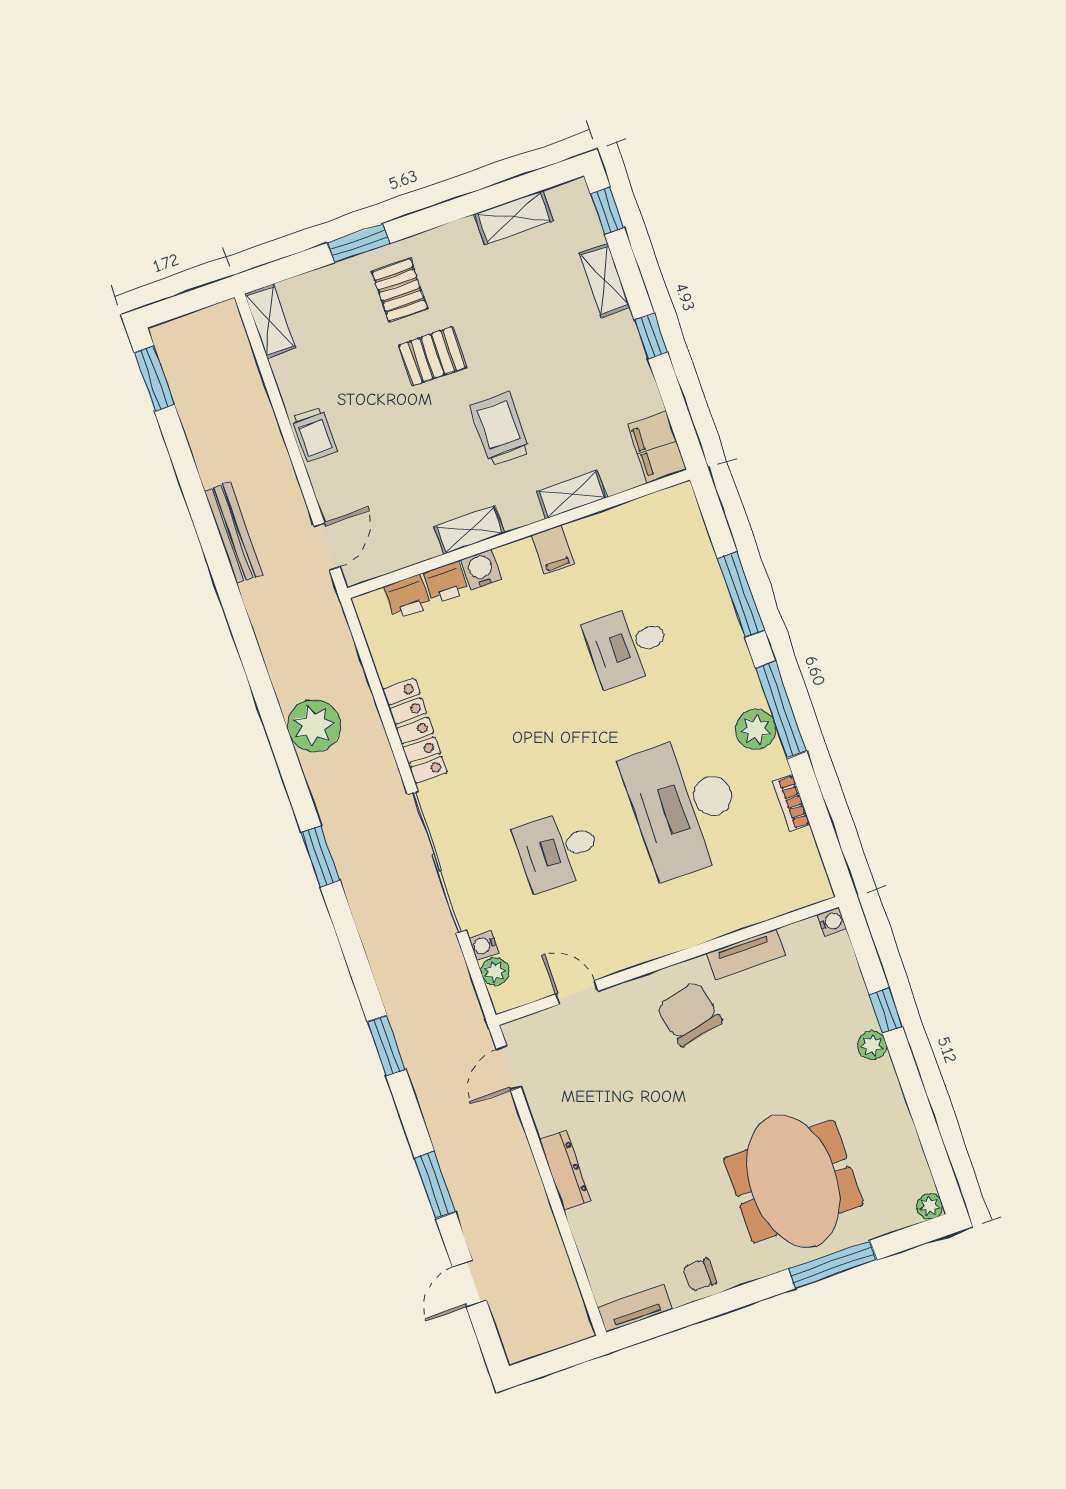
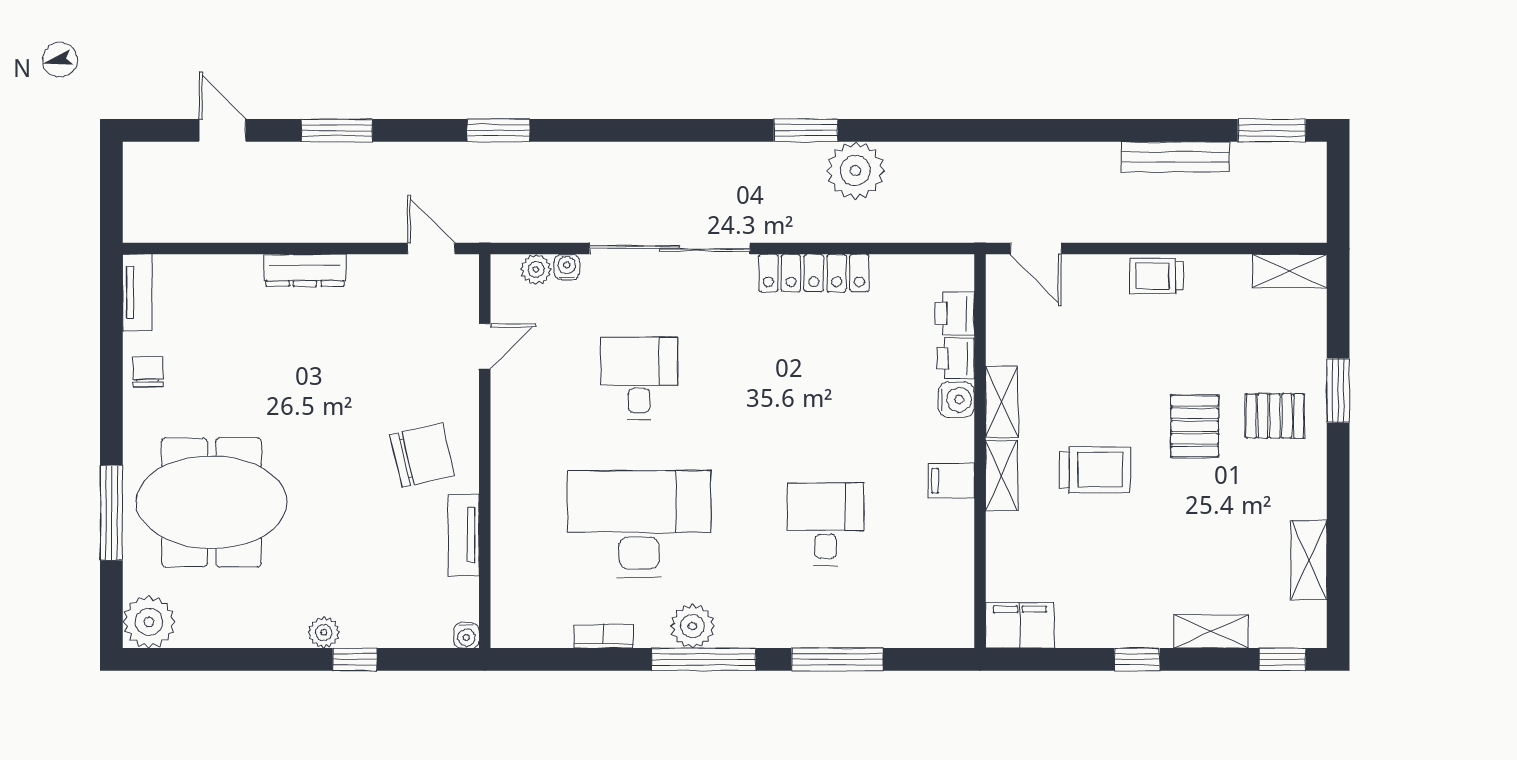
shelving: (572, 495) -> (1001, 476), moved
bench: (233, 533) -> (1175, 157), moved
window: (321, 856) -> (806, 130), moved
plant: (930, 1206) -> (149, 622), width x1.88, depth x1.88

